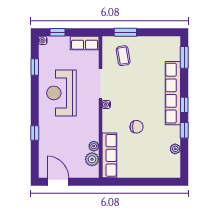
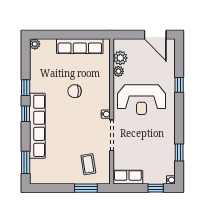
reception desk: (61, 93) -> (142, 100), moved, turned 90
plant: (175, 149) -> (35, 44), moved
row of seats: (109, 155) -> (80, 46), moved, turned -90

